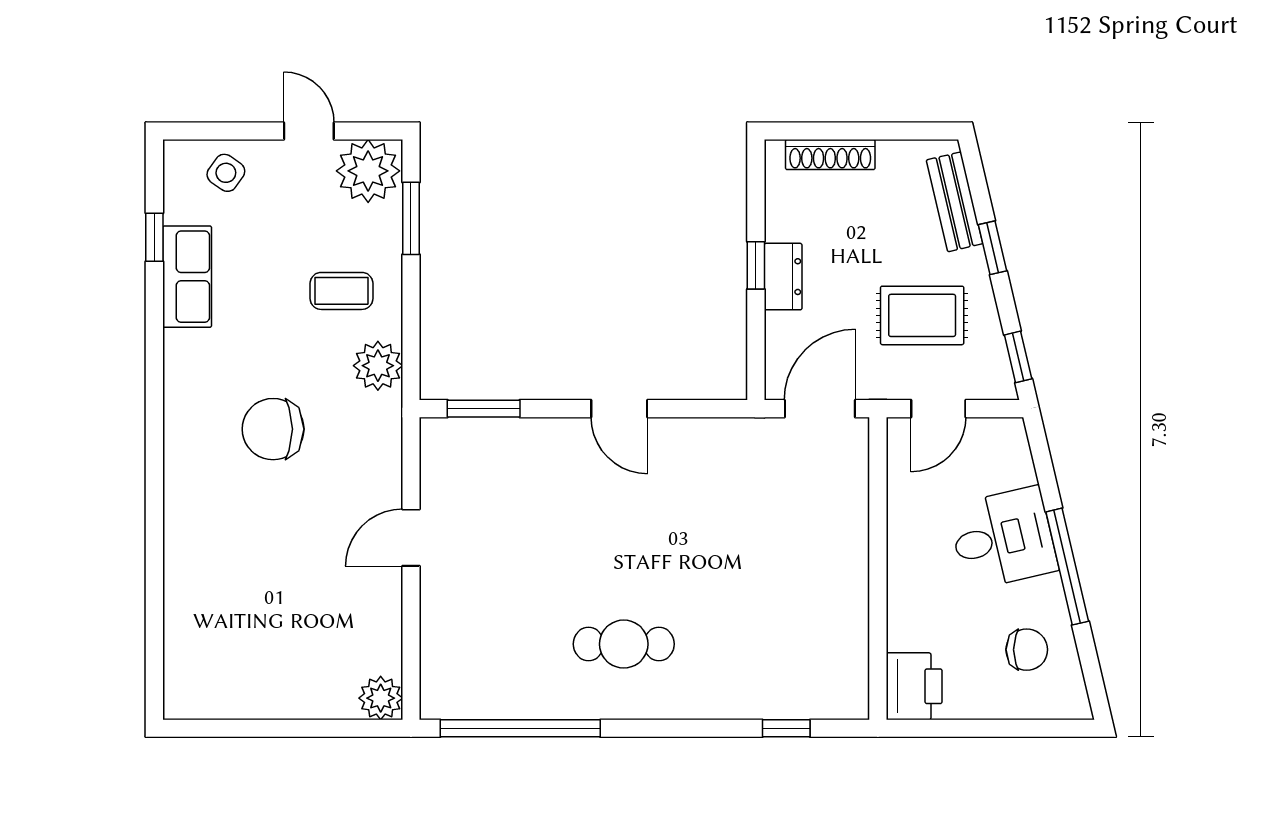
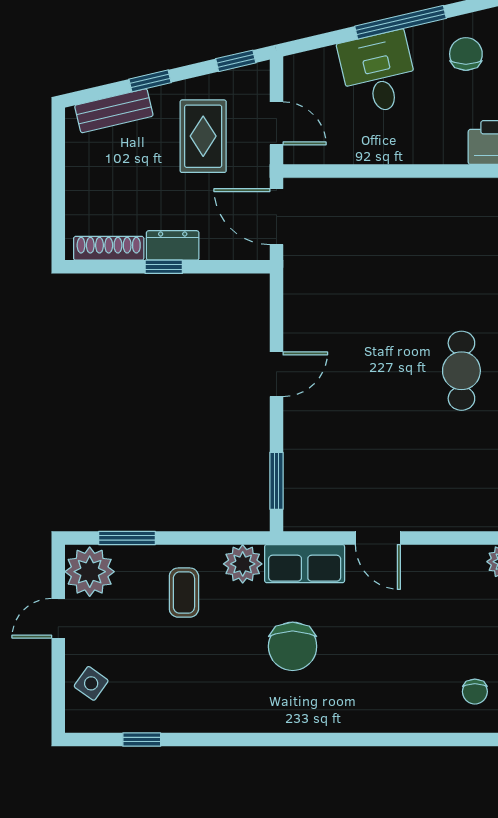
shoe rack: (830, 155) -> (109, 248), moved, turned -90
row of seats: (187, 277) -> (305, 564), moved, turned 180
chair: (215, 661) -> (475, 692), added

